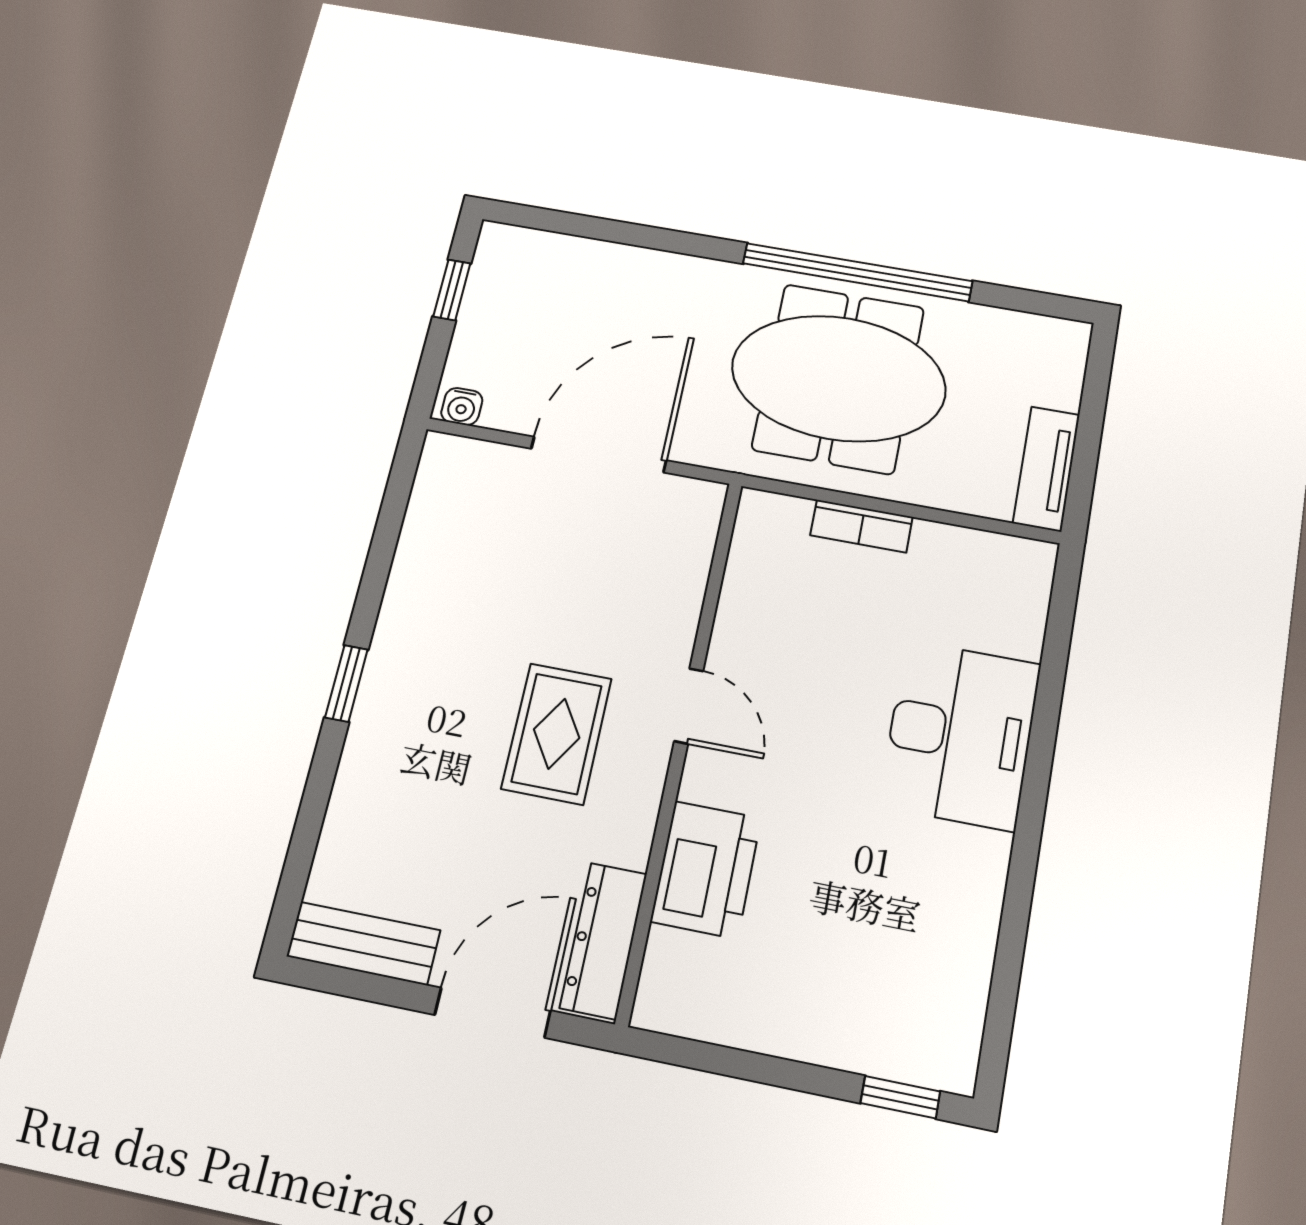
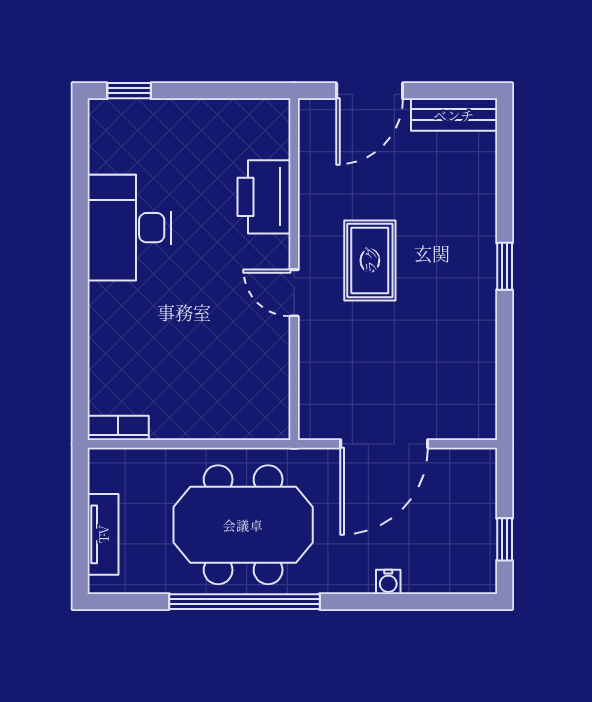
water cooler: (462, 406) -> (388, 582), moved, turned 180
tv unit: (1046, 469) -> (103, 534), moved
bookcase: (861, 526) -> (118, 428), moved
desk: (960, 735) -> (129, 228), moved
dresser: (604, 941) -> (315, 144), removed

